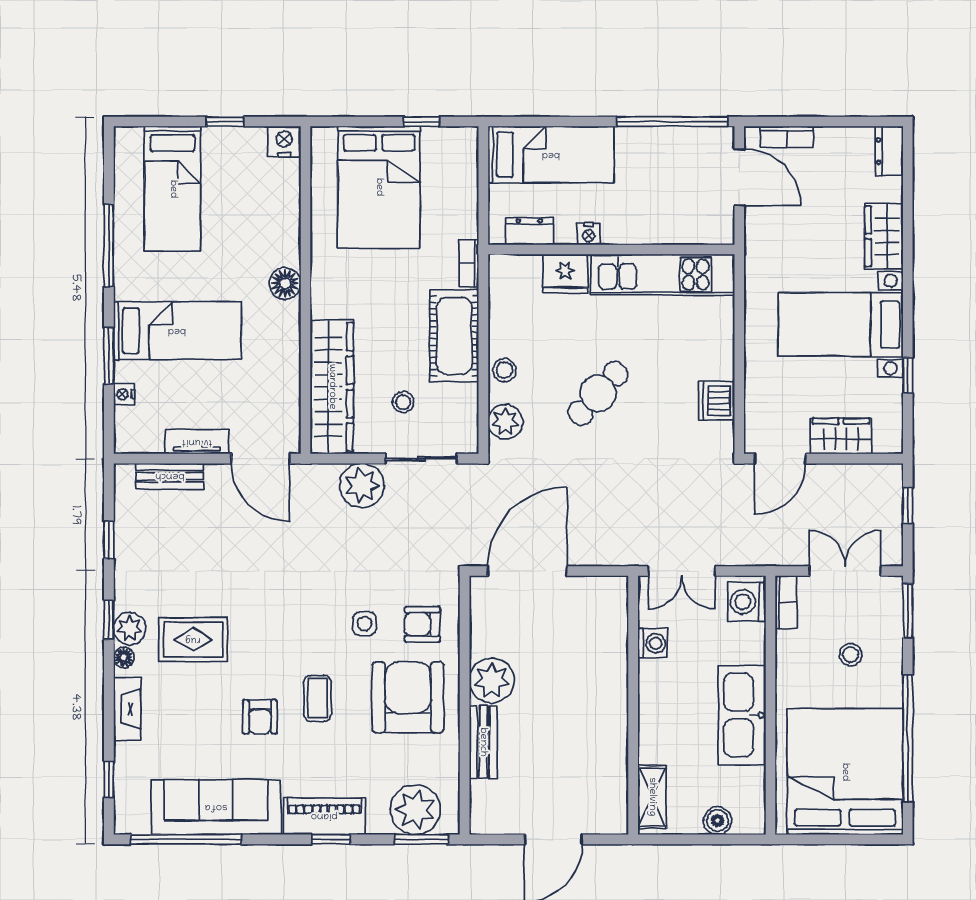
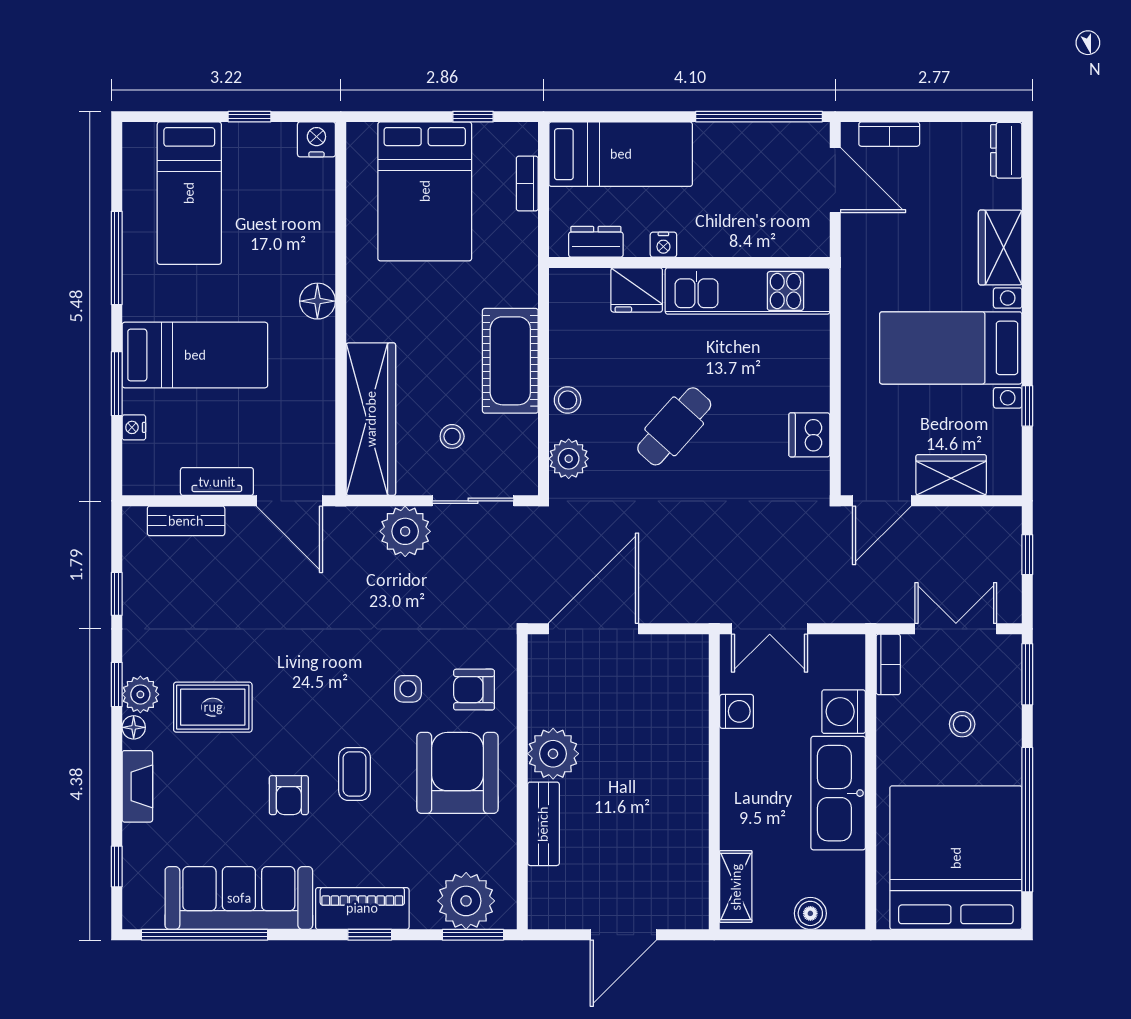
bookcase: (469, 263) -> (527, 184), moved
washing machine: (747, 602) -> (844, 712), moved

